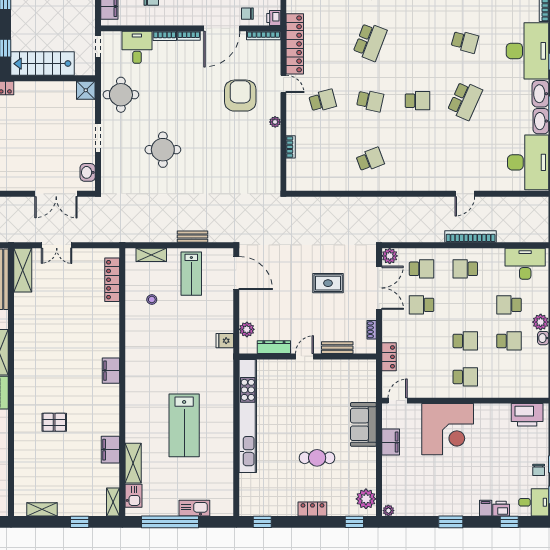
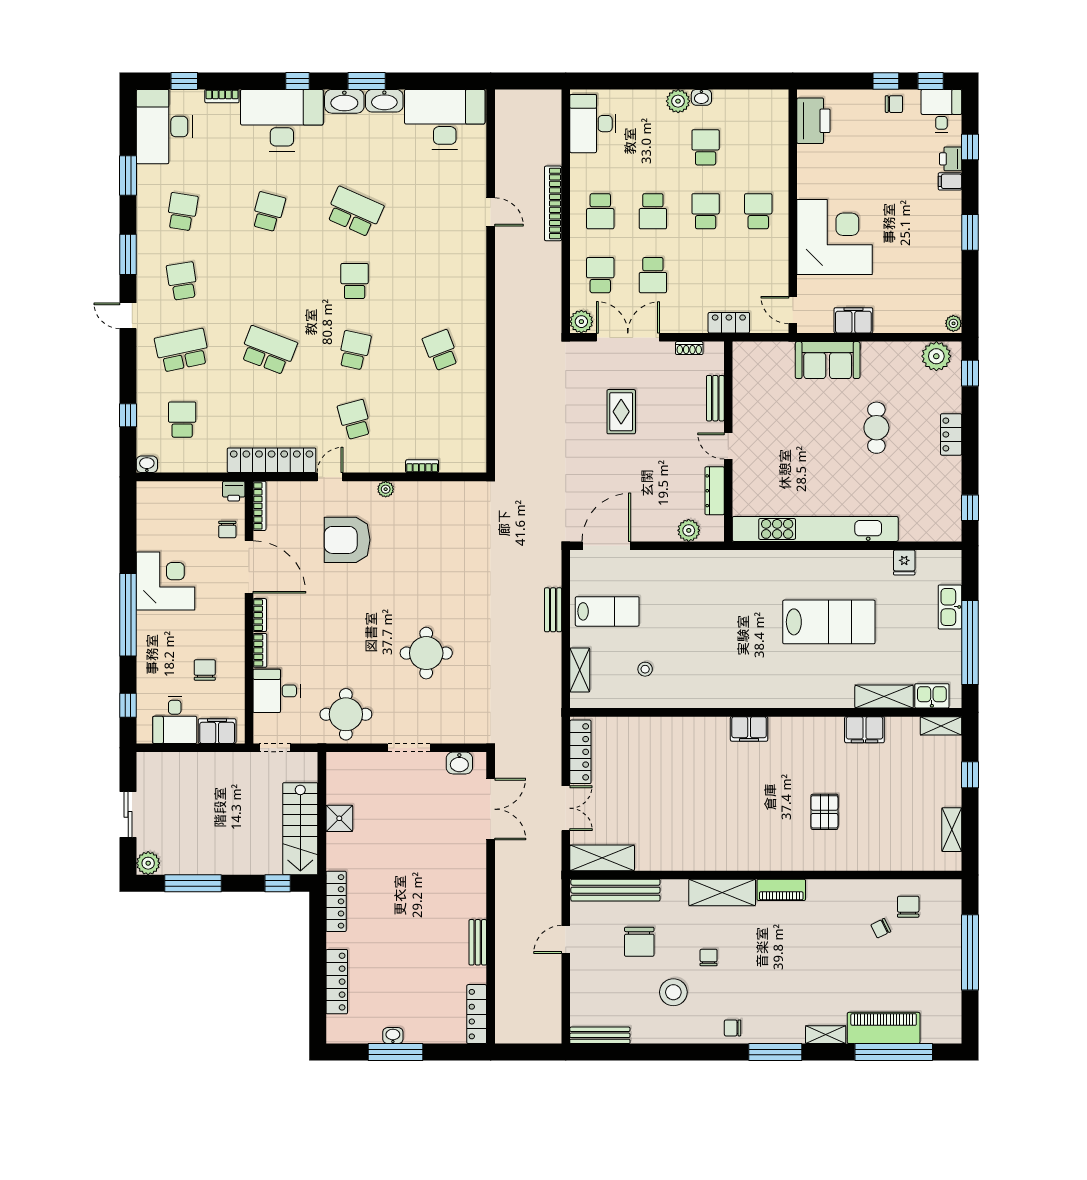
shower: (86, 90) -> (339, 818), moved
locker: (112, 280) -> (580, 752), moved, turned -90
school desk: (509, 305) -> (653, 211), moved
fridge: (225, 341) -> (904, 562), moved

